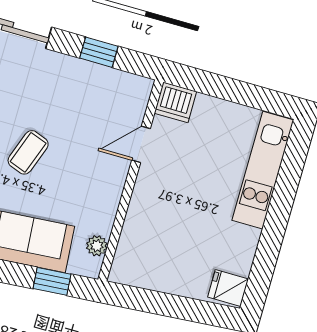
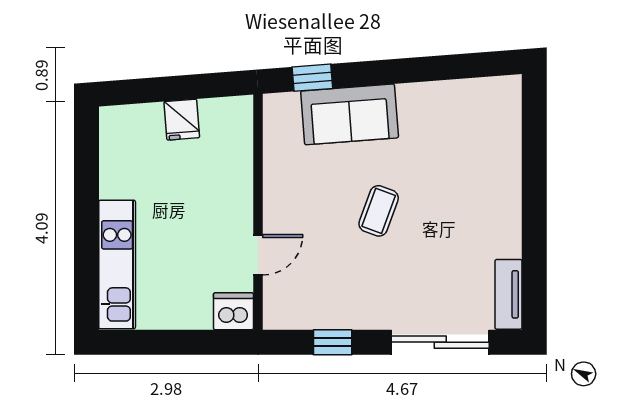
plant: (97, 246) -> (275, 130), removed
fridge: (228, 288) -> (182, 120), moved, turned 86

